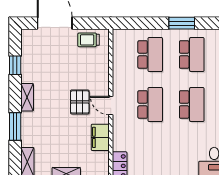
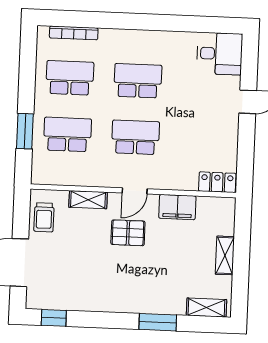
window: (182, 23) -> (25, 131), moved
window: (15, 65) -> (54, 318), moved
shelving: (27, 97) -> (88, 200), moved

